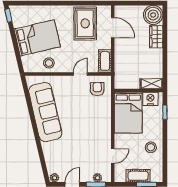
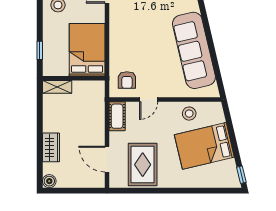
boiler: (153, 15) -> (49, 181), width x0.54, depth x0.54
nightstand: (150, 99) -> (59, 67), removed

